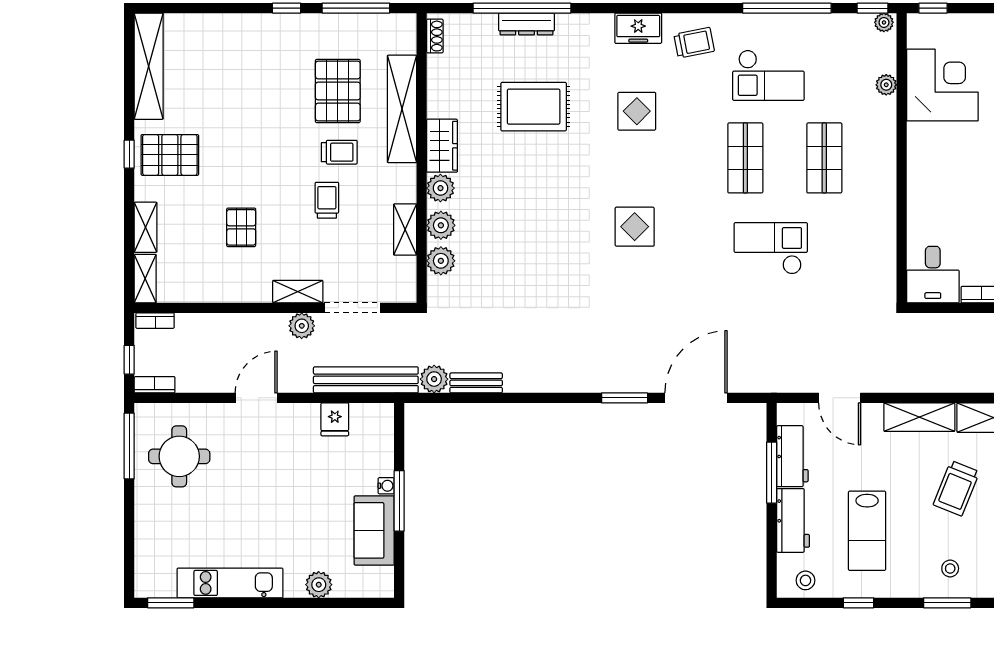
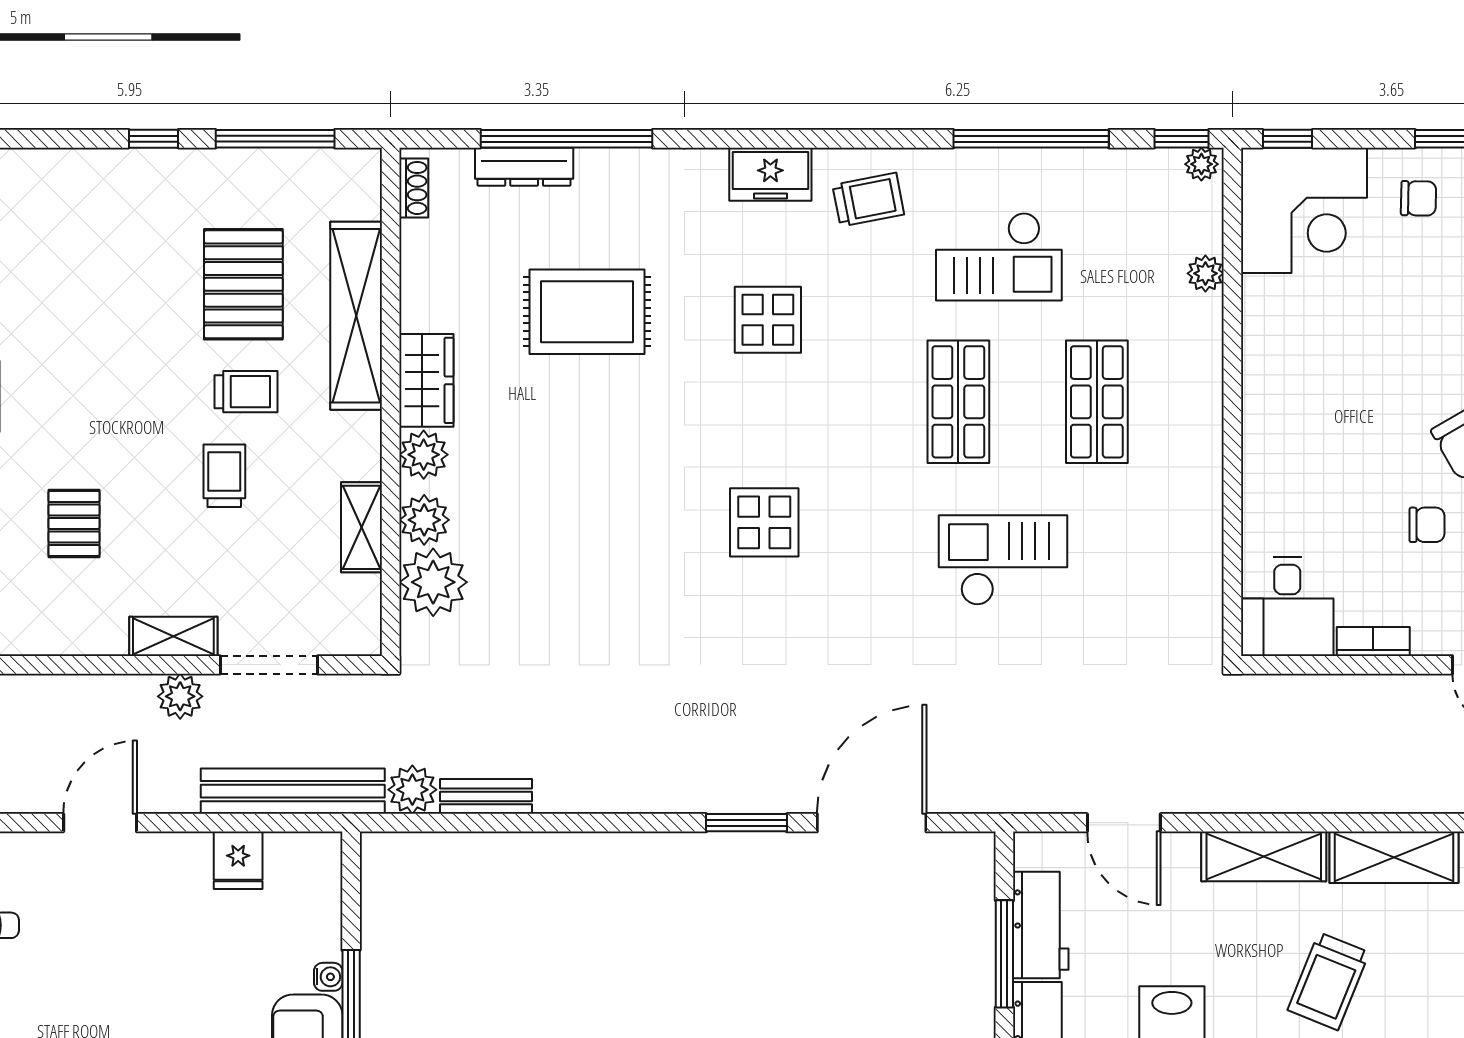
dresser: (527, 24) -> (524, 167), moved
corner desk: (942, 85) -> (1304, 210), moved, turned 90
plant: (441, 261) -> (433, 582), width x1.36, depth x1.36

